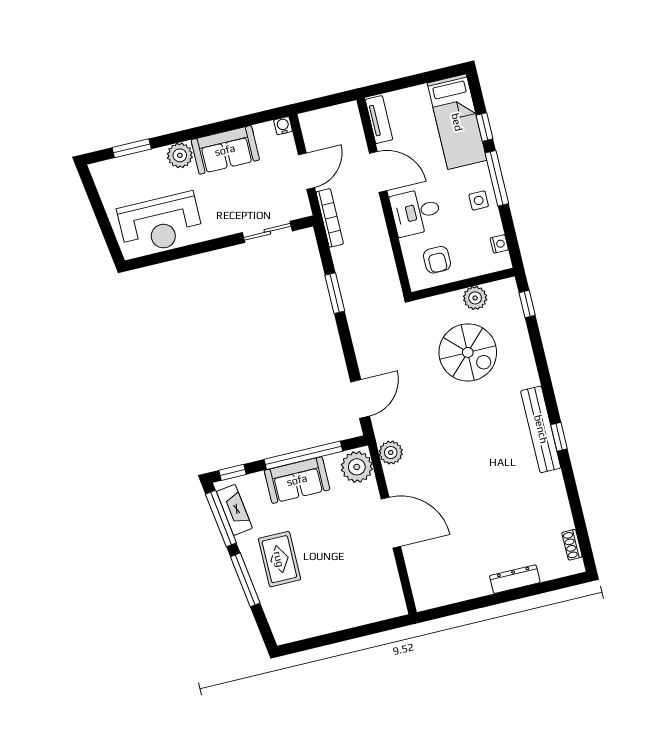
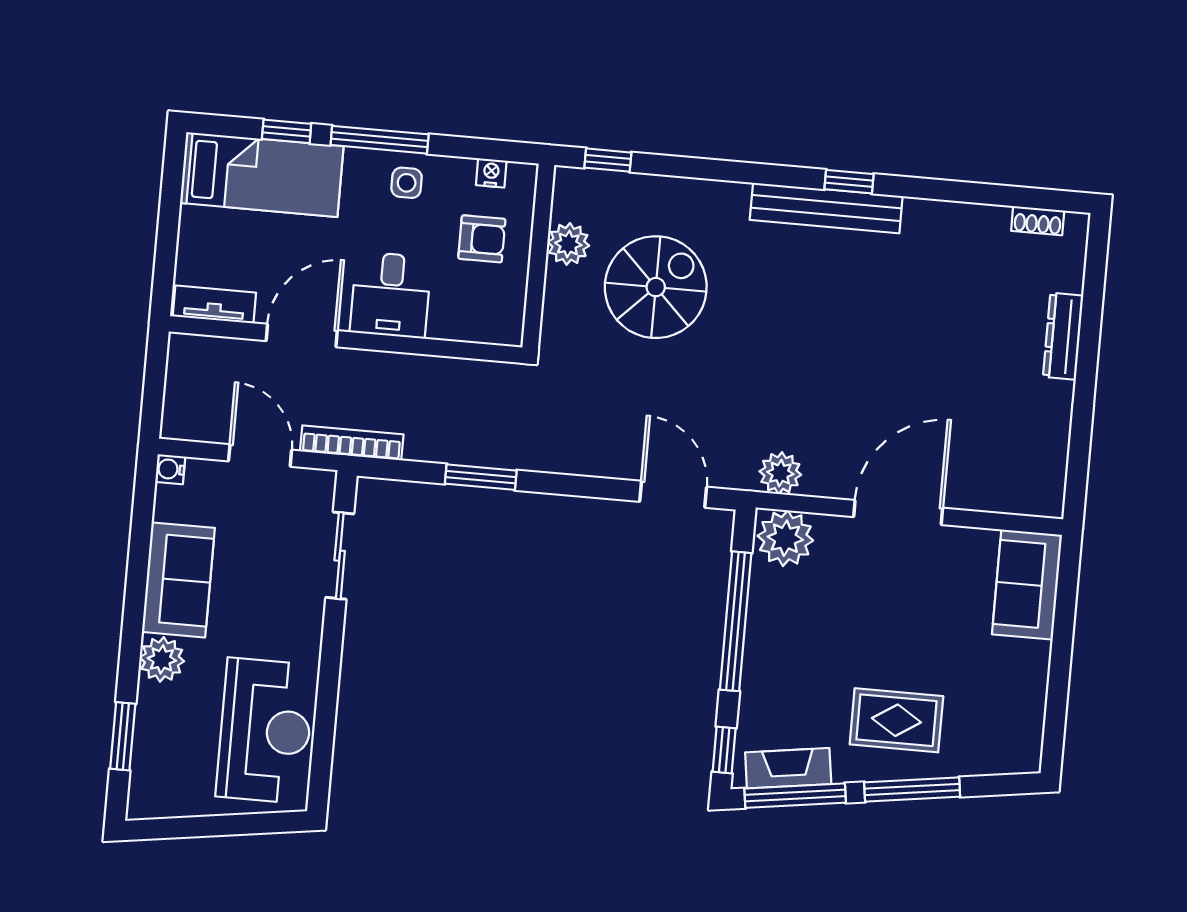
armchair: (437, 260) -> (482, 239), moved
sofa: (297, 480) -> (1027, 585), moved, turned 180

